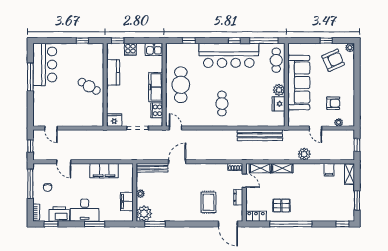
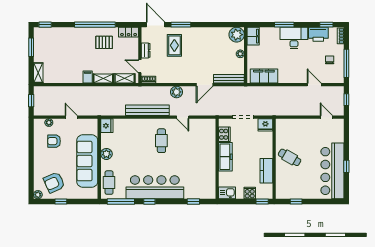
bar counter: (45, 64) -> (332, 171), width x1.36
window: (30, 77) -> (346, 166), width x0.46
cafe table: (181, 85) -> (201, 159), removed
fridge: (279, 104) -> (107, 126), moved
door: (175, 128) -> (183, 117), moved
bench: (260, 135) -> (147, 110), moved
plant: (304, 154) -> (176, 92), moved
filing cabinet: (329, 170) -> (88, 77), moved
filing cabinet: (104, 171) -> (264, 76), moved
filing cabinet: (127, 202) -> (253, 36), moved
window: (155, 224) -> (181, 25), moved

